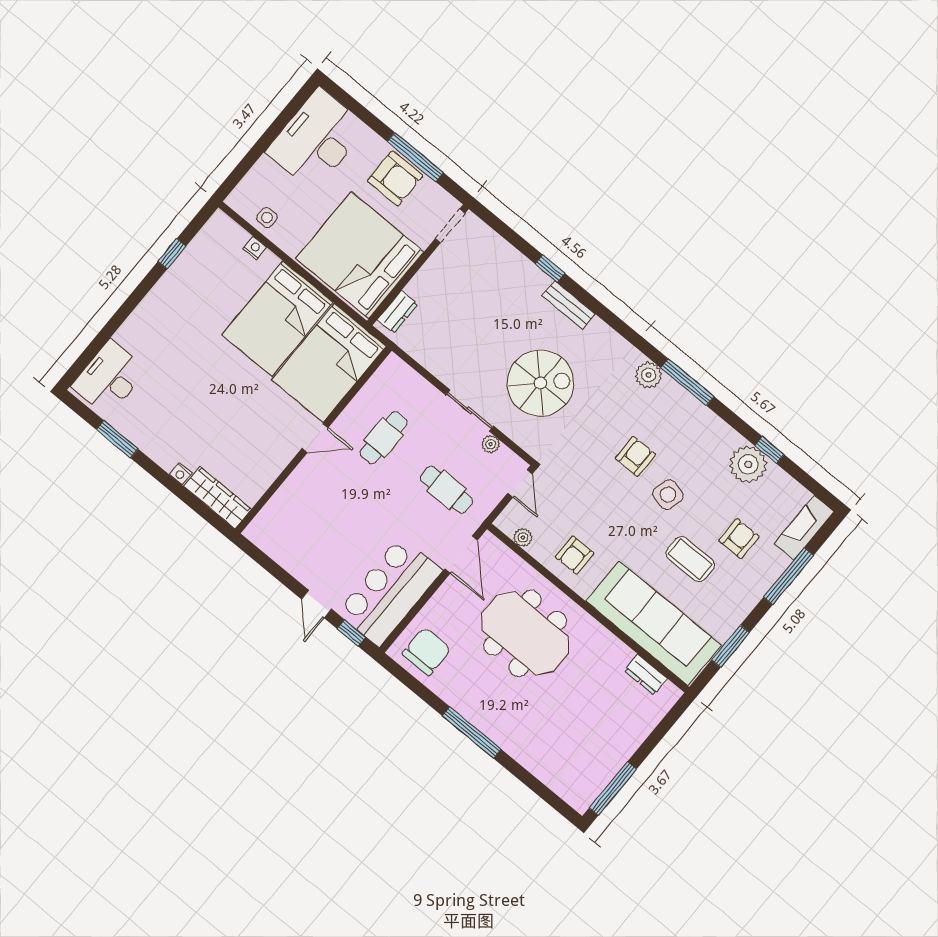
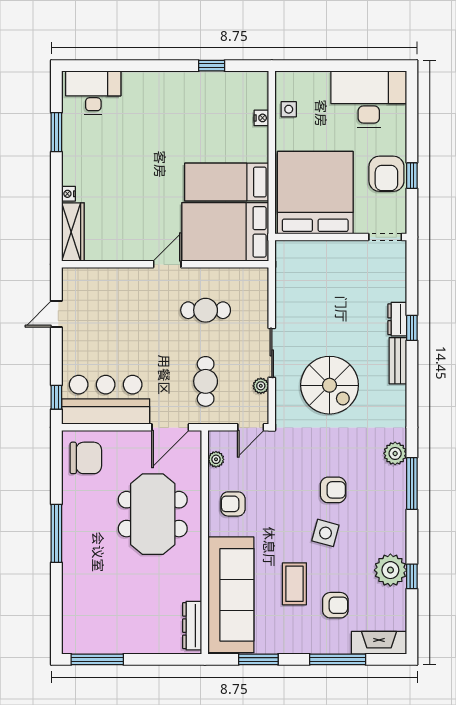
window: (415, 157) -> (412, 176), width x0.46
dresser: (398, 312) -> (397, 319), moved, turned 90
bed: (277, 319) -> (227, 182), width x0.67
door: (315, 438) -> (167, 264), swing flipped
door: (316, 604) -> (56, 314), moved
dresser: (646, 675) -> (192, 626), width x1.44

